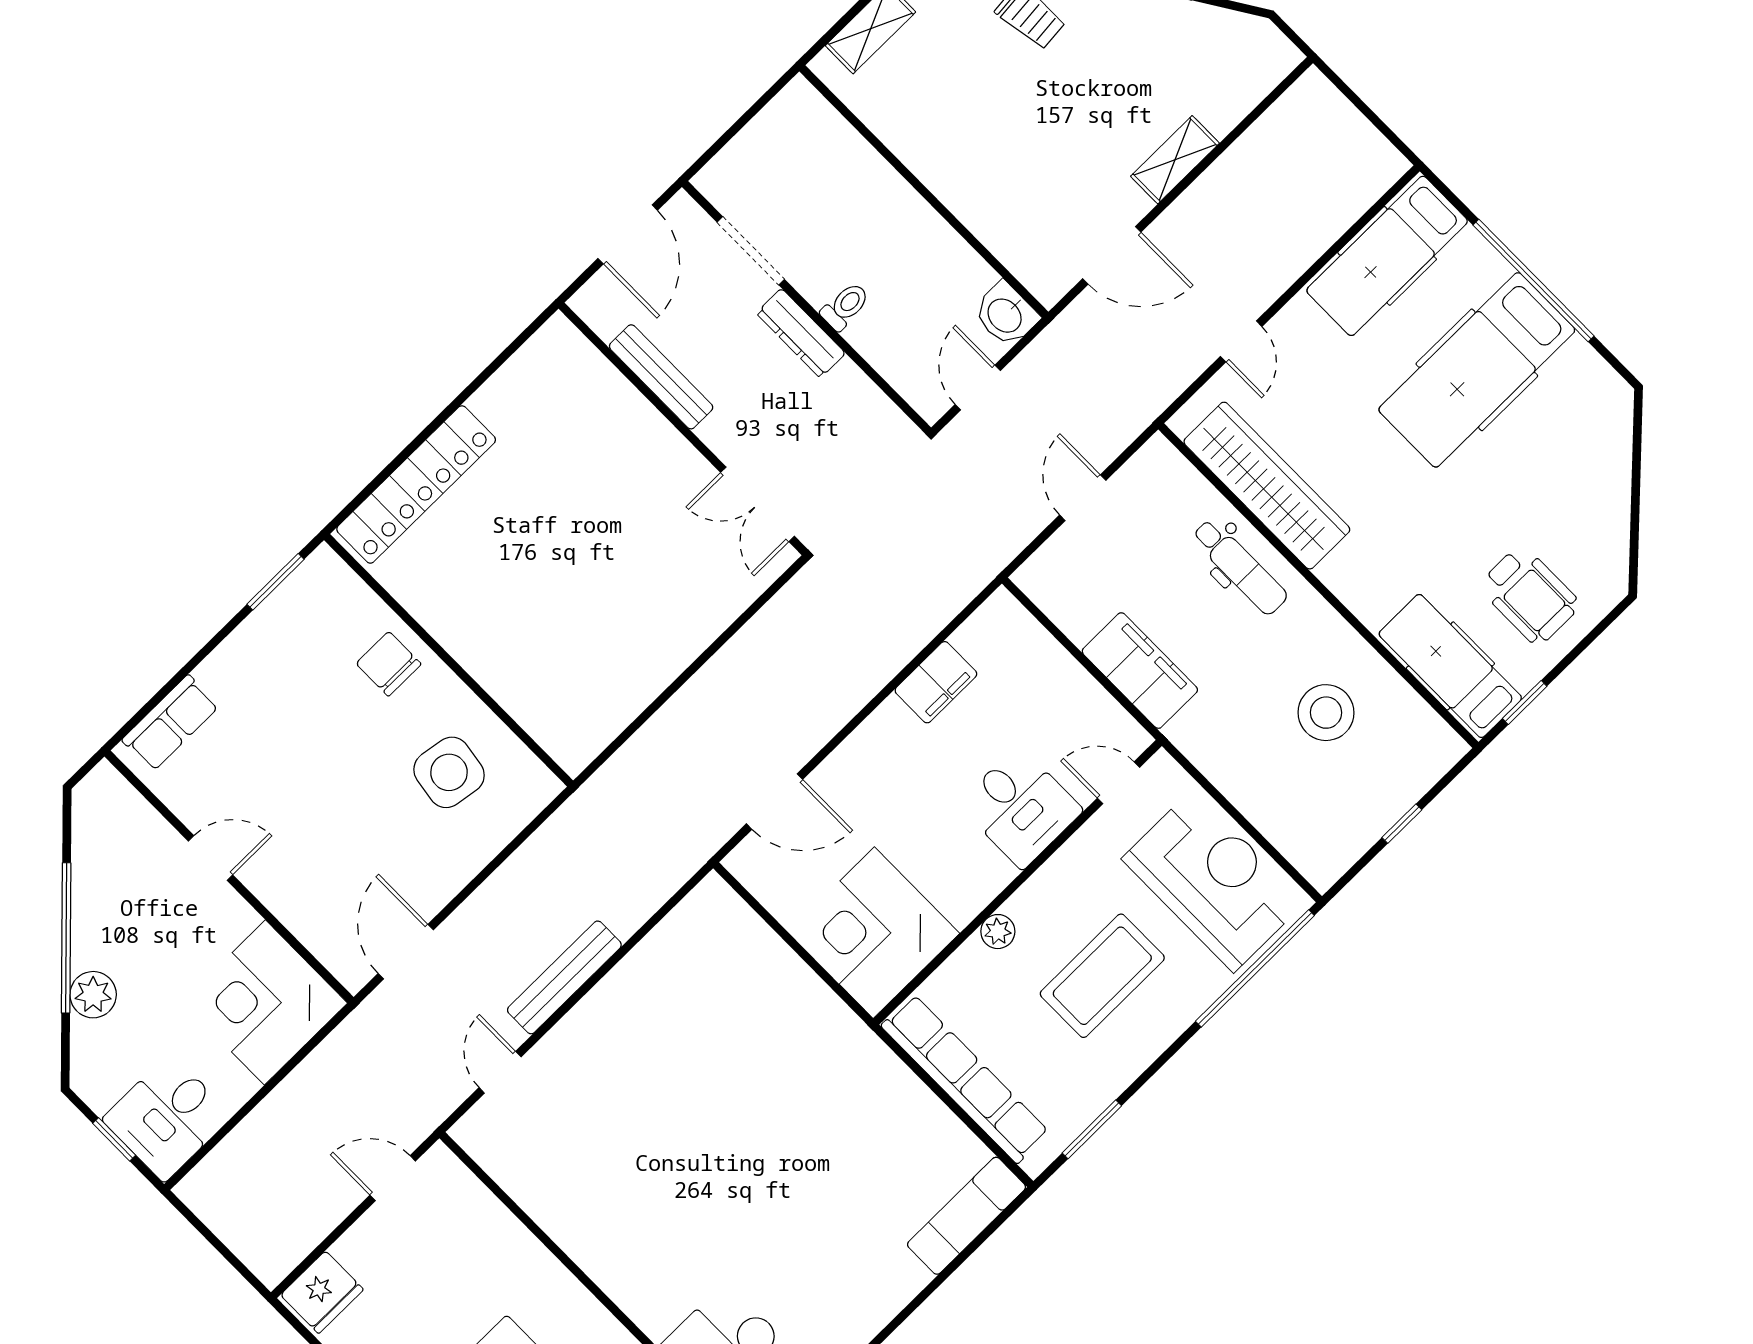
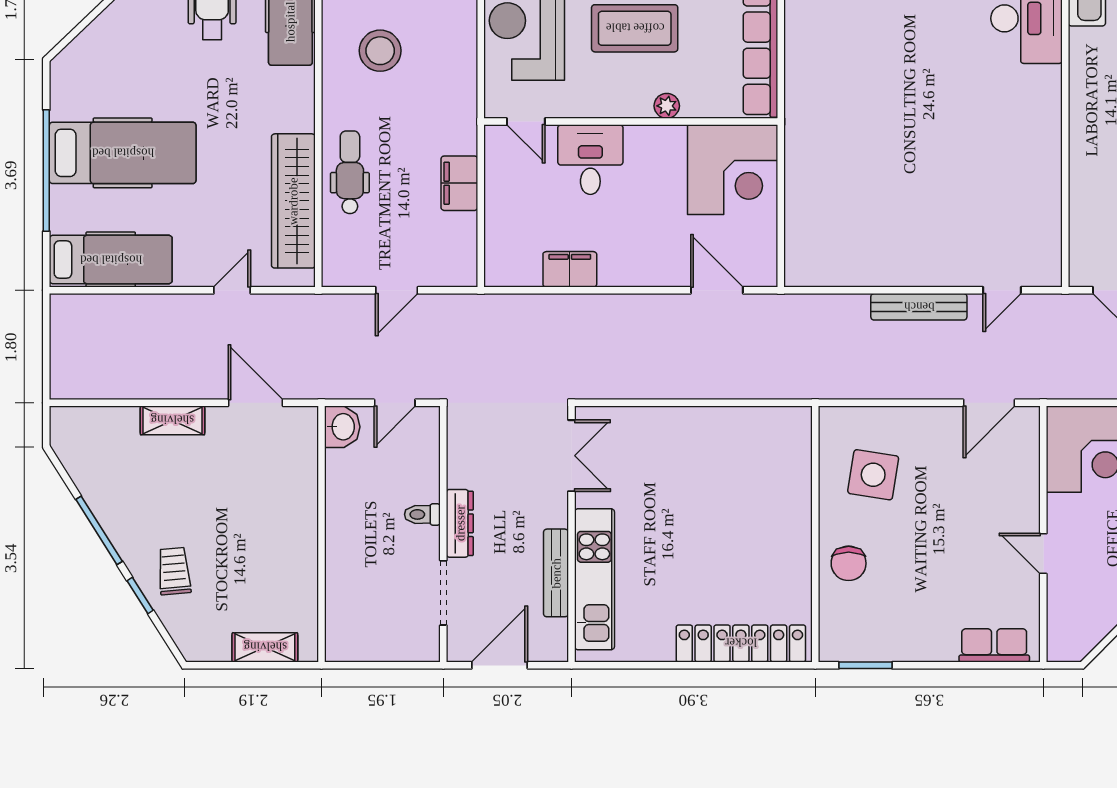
kitchen unit: (618, 407) -> (594, 579), added
filing cabinet: (1140, 671) -> (459, 183), width x0.67, depth x0.86

